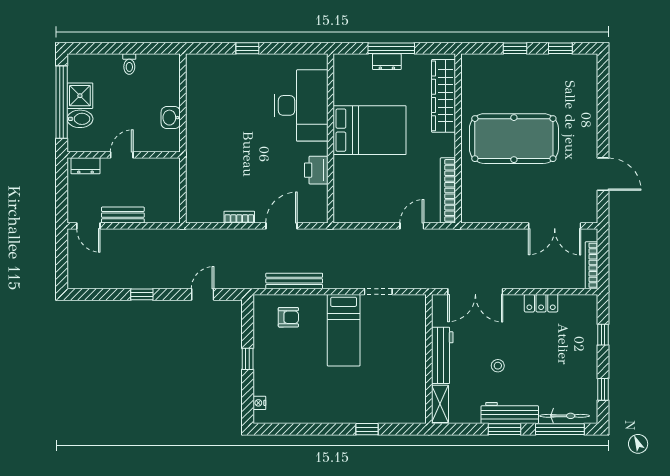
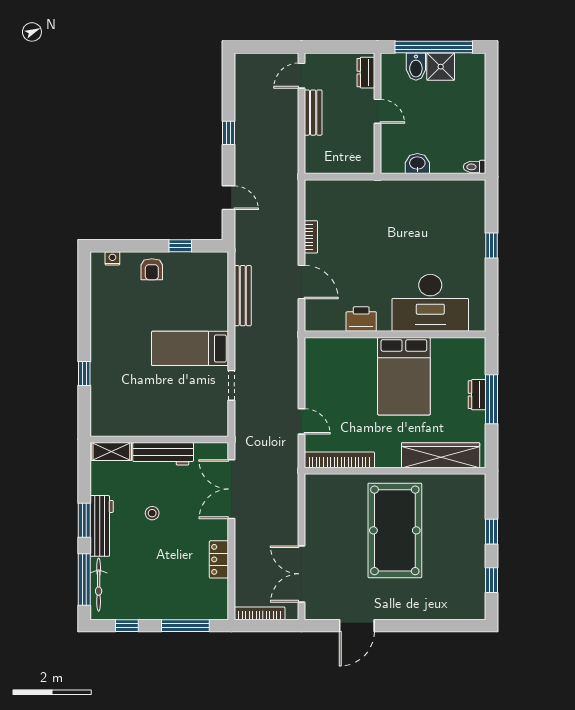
toilet: (129, 64) -> (475, 167), moved
armchair: (288, 317) -> (152, 269), moved
window: (603, 335) -> (185, 626), width x2.17
window: (248, 359) -> (180, 246), moved

